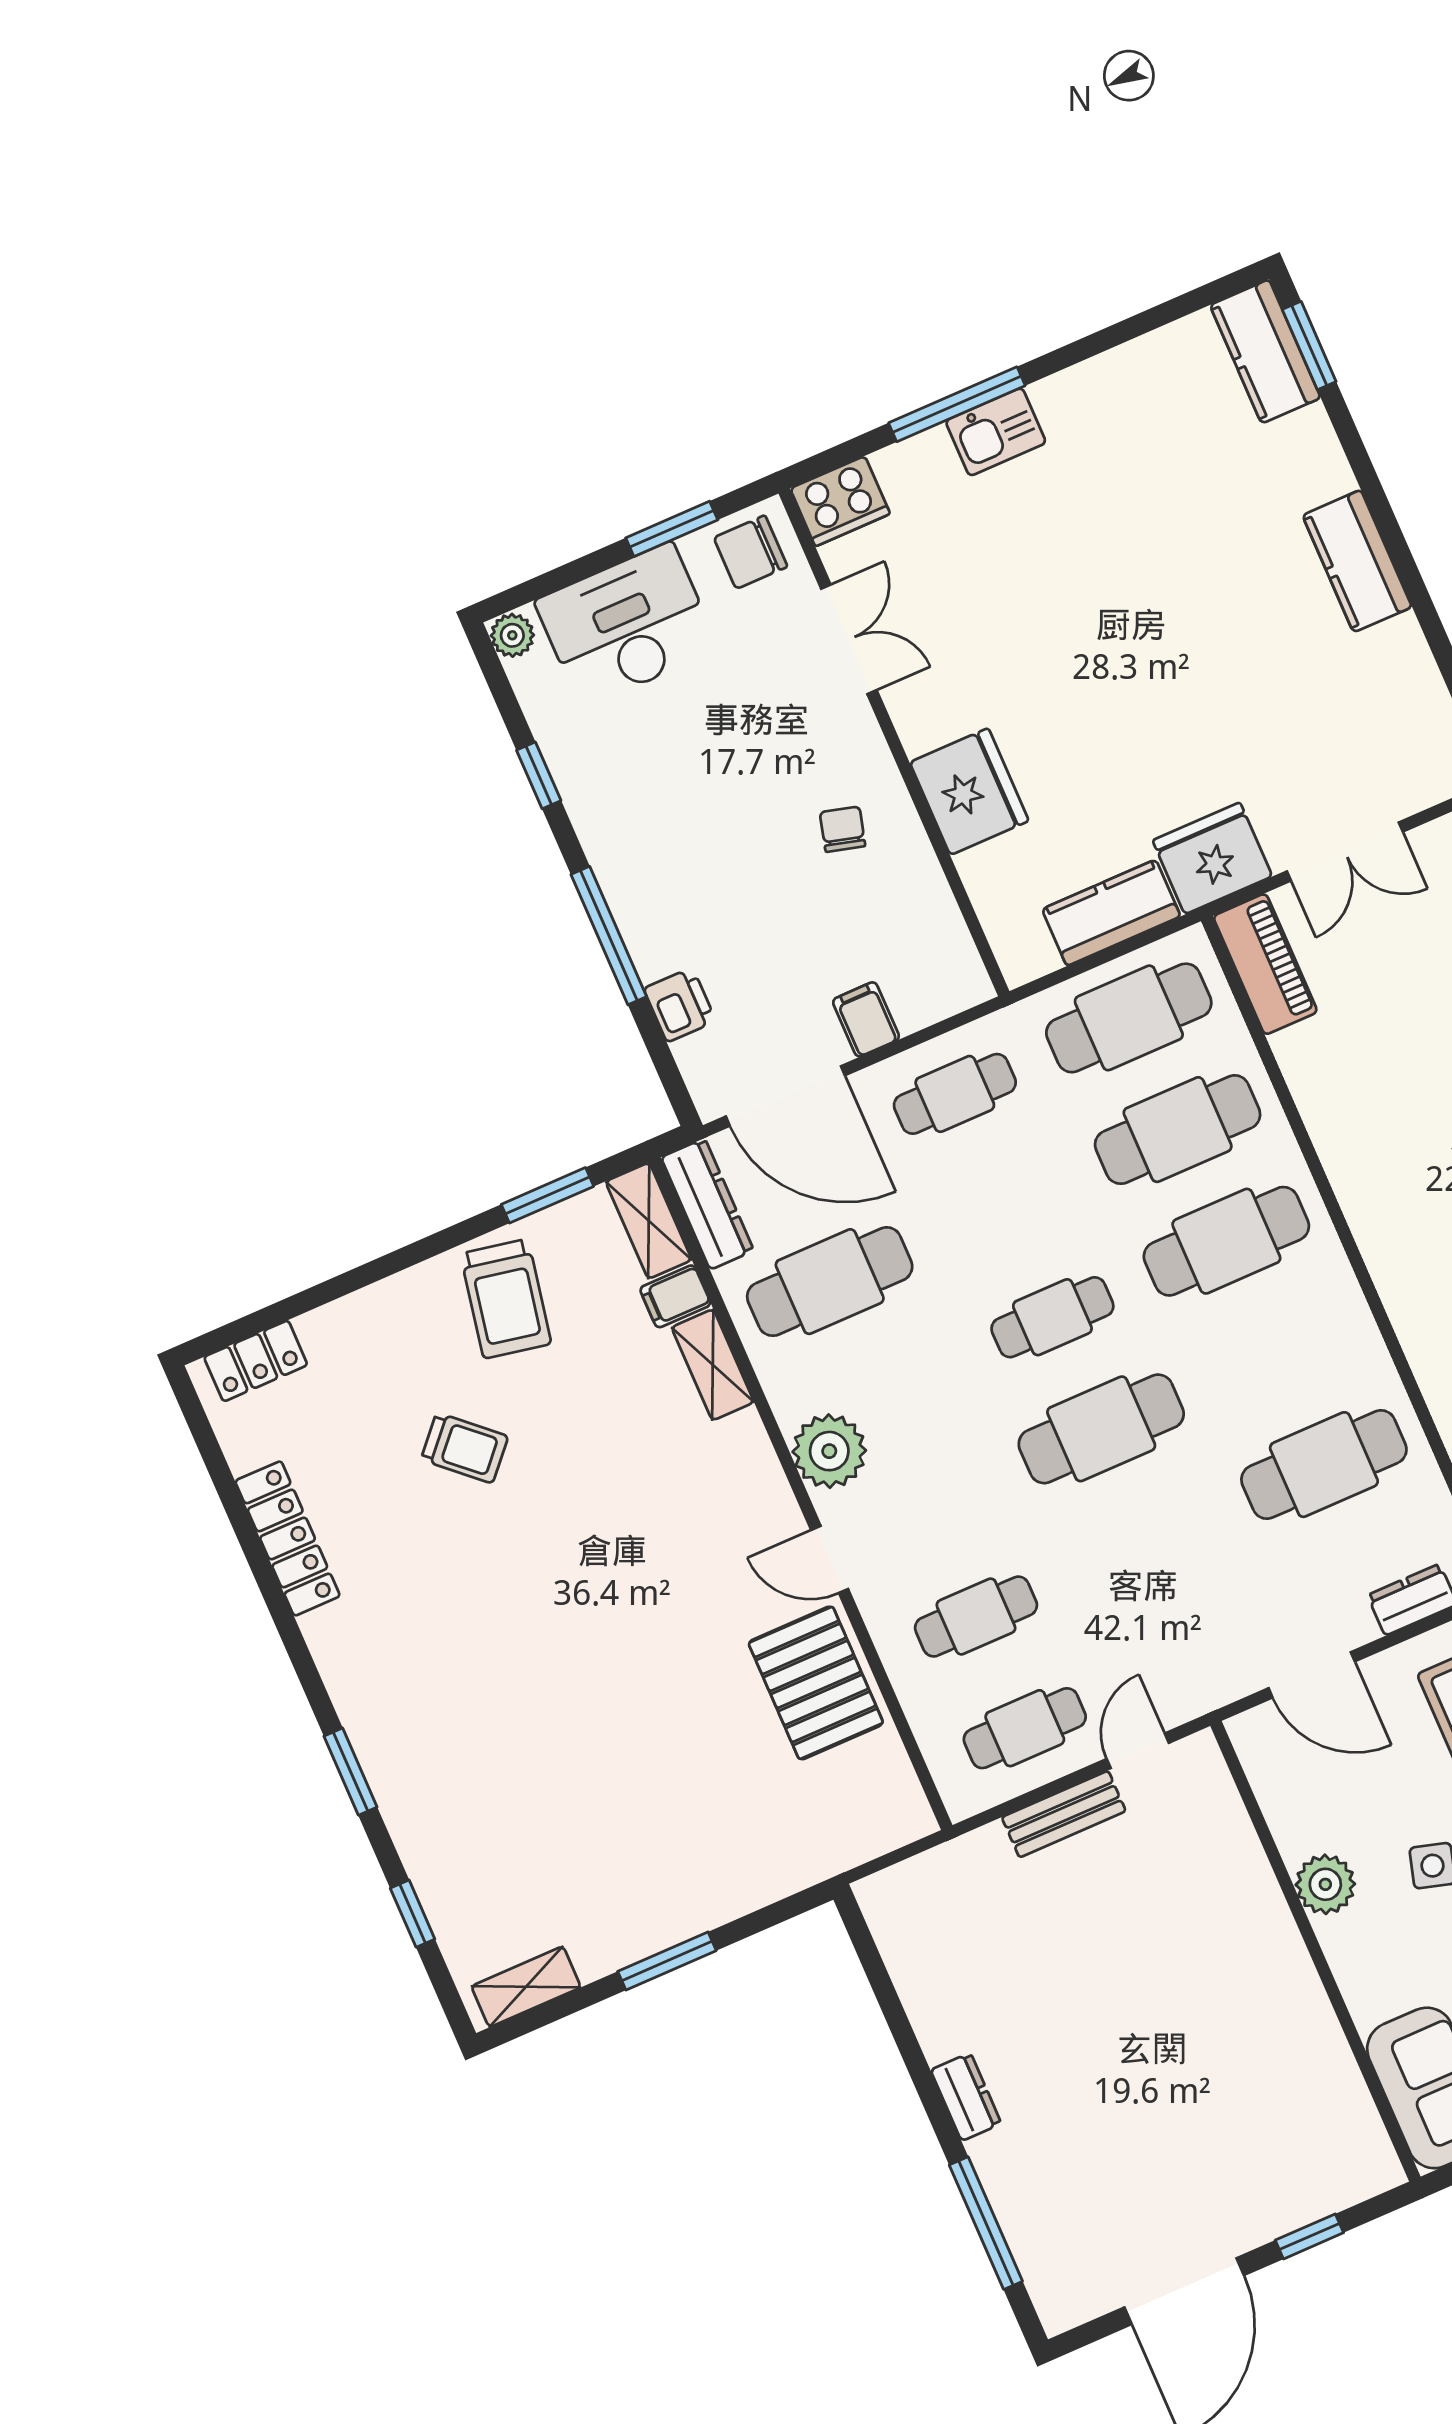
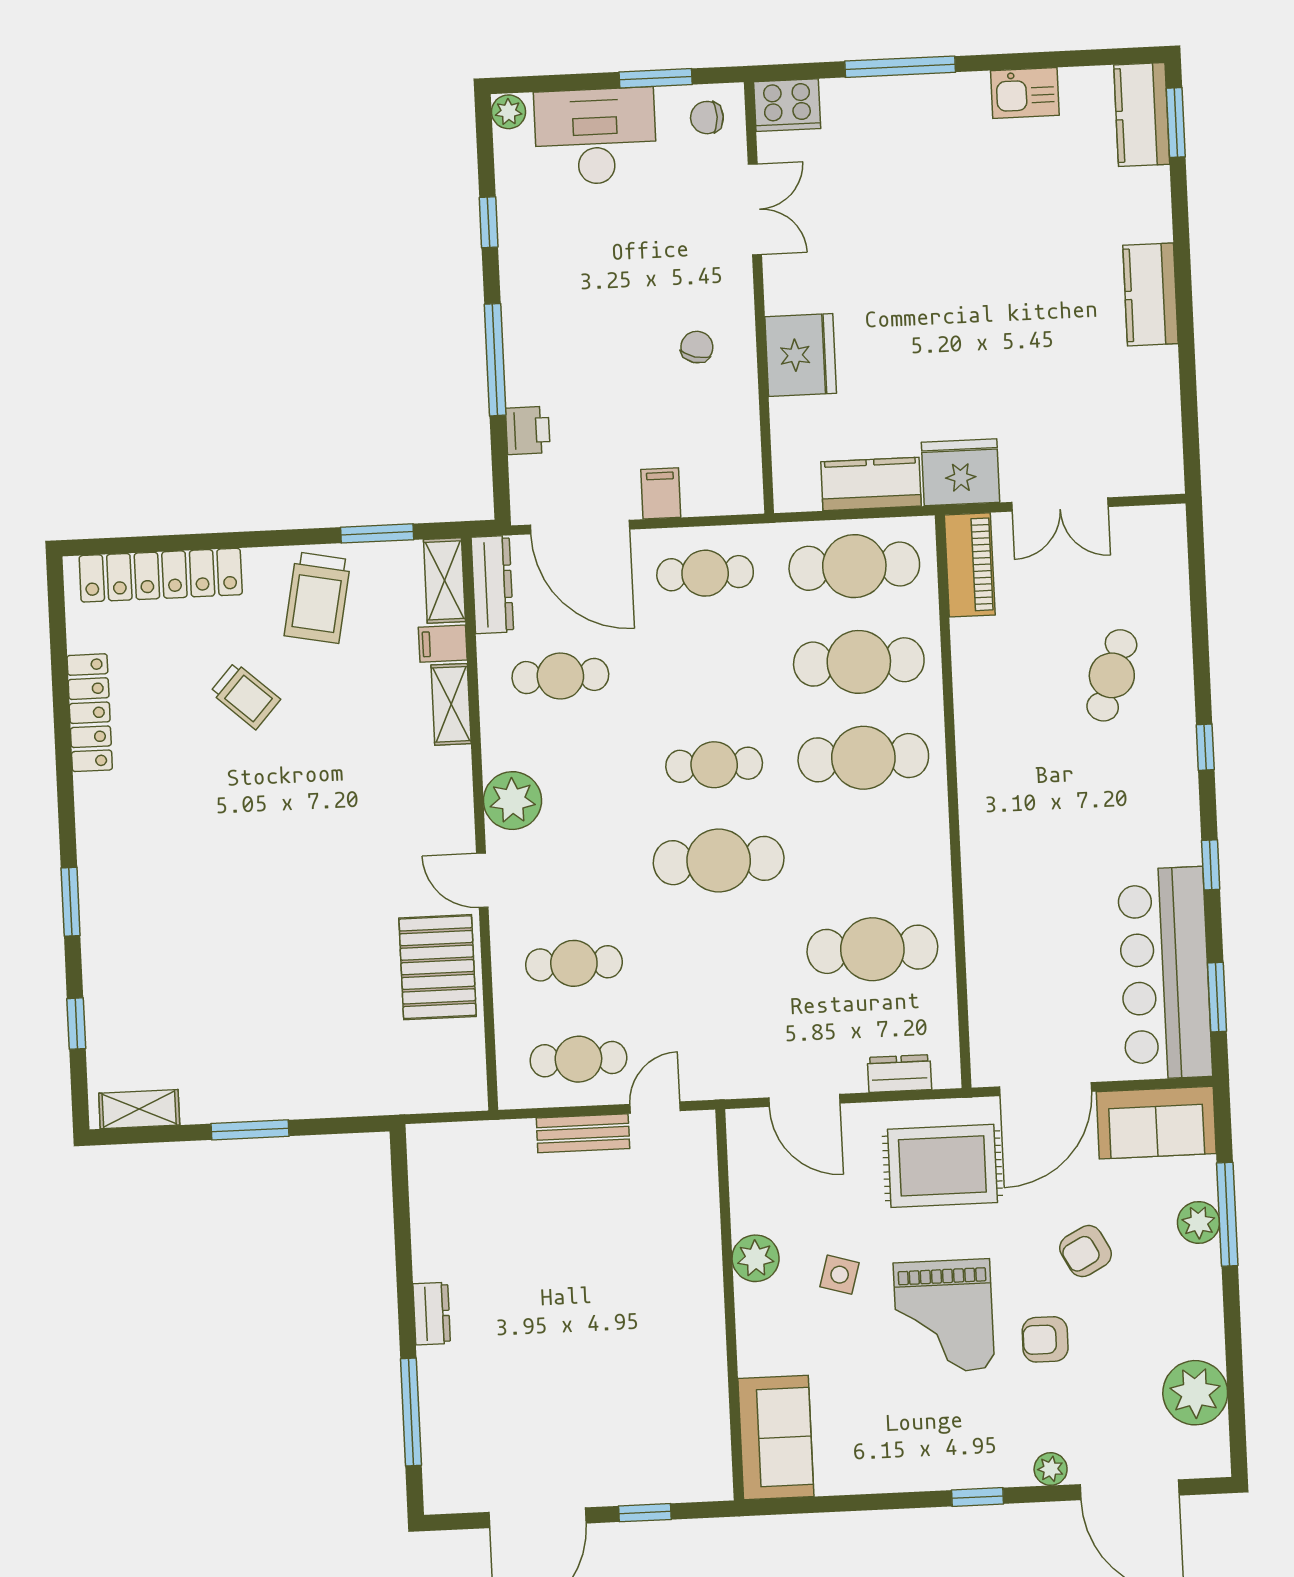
kitchen sink: (996, 432) -> (1025, 93), moved
chair: (751, 552) -> (707, 118), width x0.73, depth x0.73
cafe table: (830, 1282) -> (560, 676), width x0.73, depth x0.74
locker: (256, 1361) -> (161, 575), width x2.16, depth x1.21

